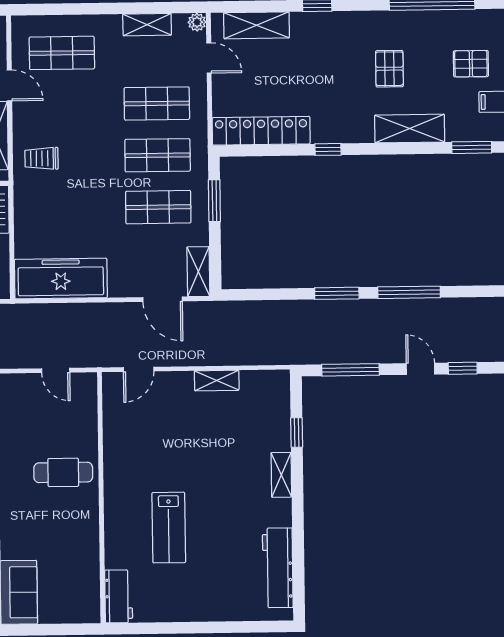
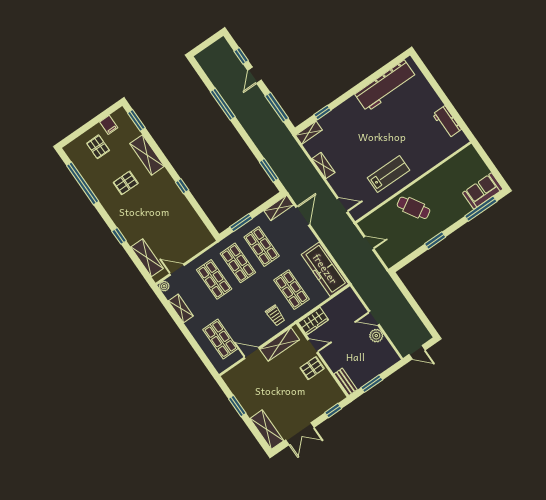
door: (209, 58) -> (177, 270), hinge flipped
door: (10, 85) -> (252, 353), hinge flipped
locker: (261, 131) -> (194, 223), removed
shop shelf: (64, 208) -> (291, 290), added
window: (337, 293) -> (269, 170), moved
door: (56, 370) -> (369, 243), hinge flipped
cafe table: (63, 472) -> (414, 208), turned -31
shelving: (281, 475) -> (309, 133), moved
lab bench: (169, 528) -> (388, 174), moved
workbench: (278, 568) -> (386, 86), width x1.36, depth x1.32
workbench: (119, 596) -> (447, 122), moved, turned -90

